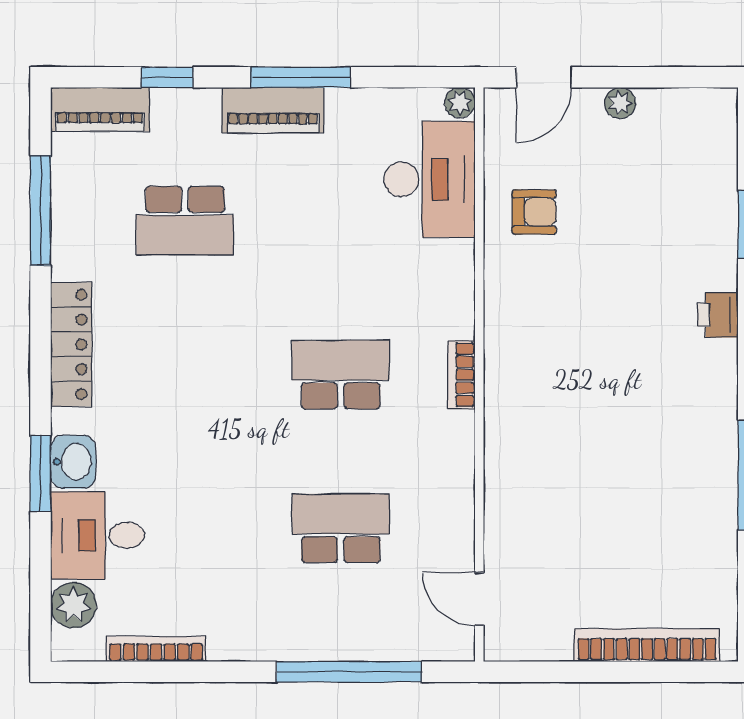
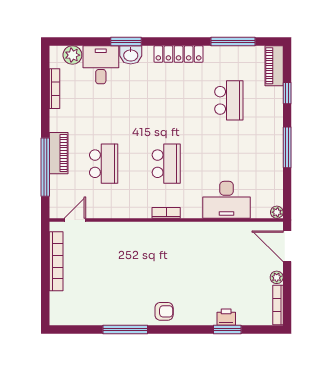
door: (544, 77) -> (287, 246), width x1.38
bookcase: (688, 100) -> (278, 305), added
piano: (273, 110) -> (59, 153), moved, turned 180
desk: (430, 179) -> (227, 200), moved
armchair: (534, 212) -> (164, 311), moved, turned -90
school desk: (185, 221) -> (229, 100), turned 180
printer: (718, 315) -> (226, 317), moved
bookcase: (647, 645) -> (56, 261), moved

